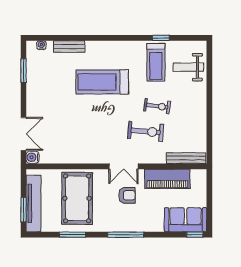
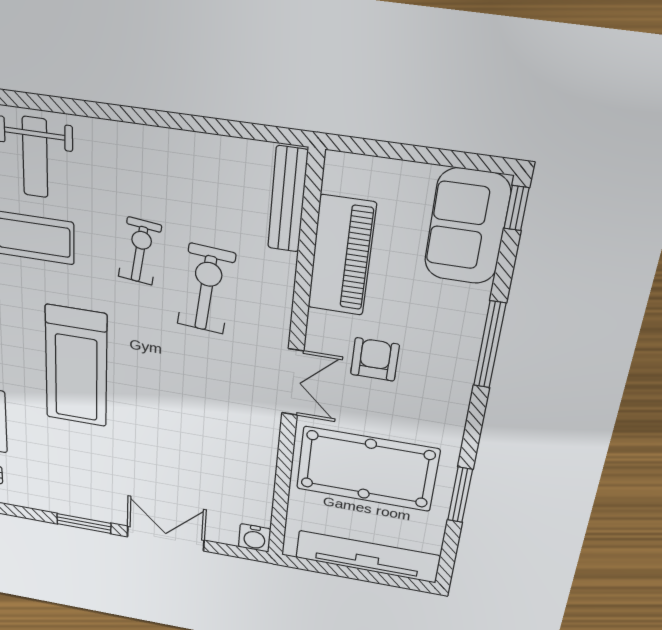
window: (23, 70) -> (84, 523), moved
double door: (23, 134) -> (165, 539), moved
double door: (123, 166) -> (293, 382), moved
window: (23, 210) -> (380, 578), removed
window: (126, 235) -> (490, 345), moved

